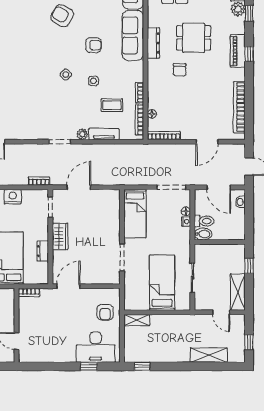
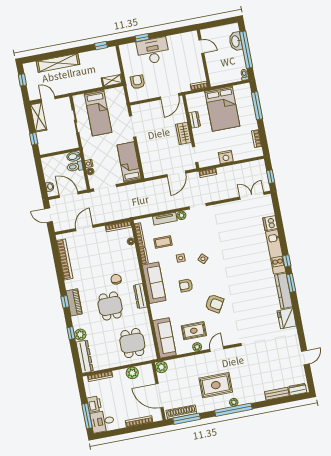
sofa: (133, 35) -> (154, 283), moved
dining table: (194, 38) -> (110, 306), turned 90
desk: (96, 347) -> (153, 51), moved
shelving: (209, 355) -> (58, 63), width x1.47

